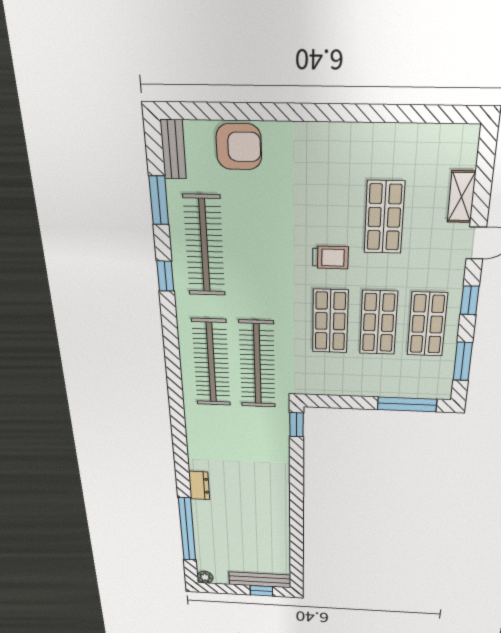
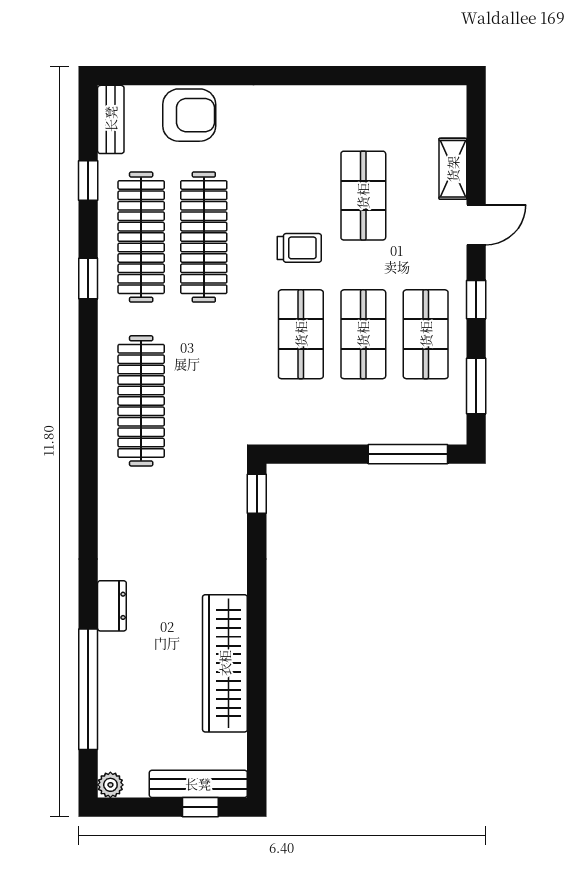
window: (159, 200) -> (88, 181), width x0.67
clothes rail: (257, 364) -> (204, 237), moved
wardrobe: (276, 520) -> (225, 663), added

